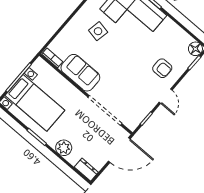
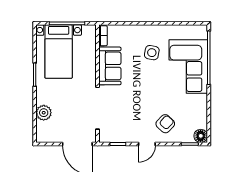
armchair: (162, 68) -> (165, 124), turned -137
plant: (64, 148) -> (44, 113), moved
dresser: (86, 170) -> (42, 132), removed

